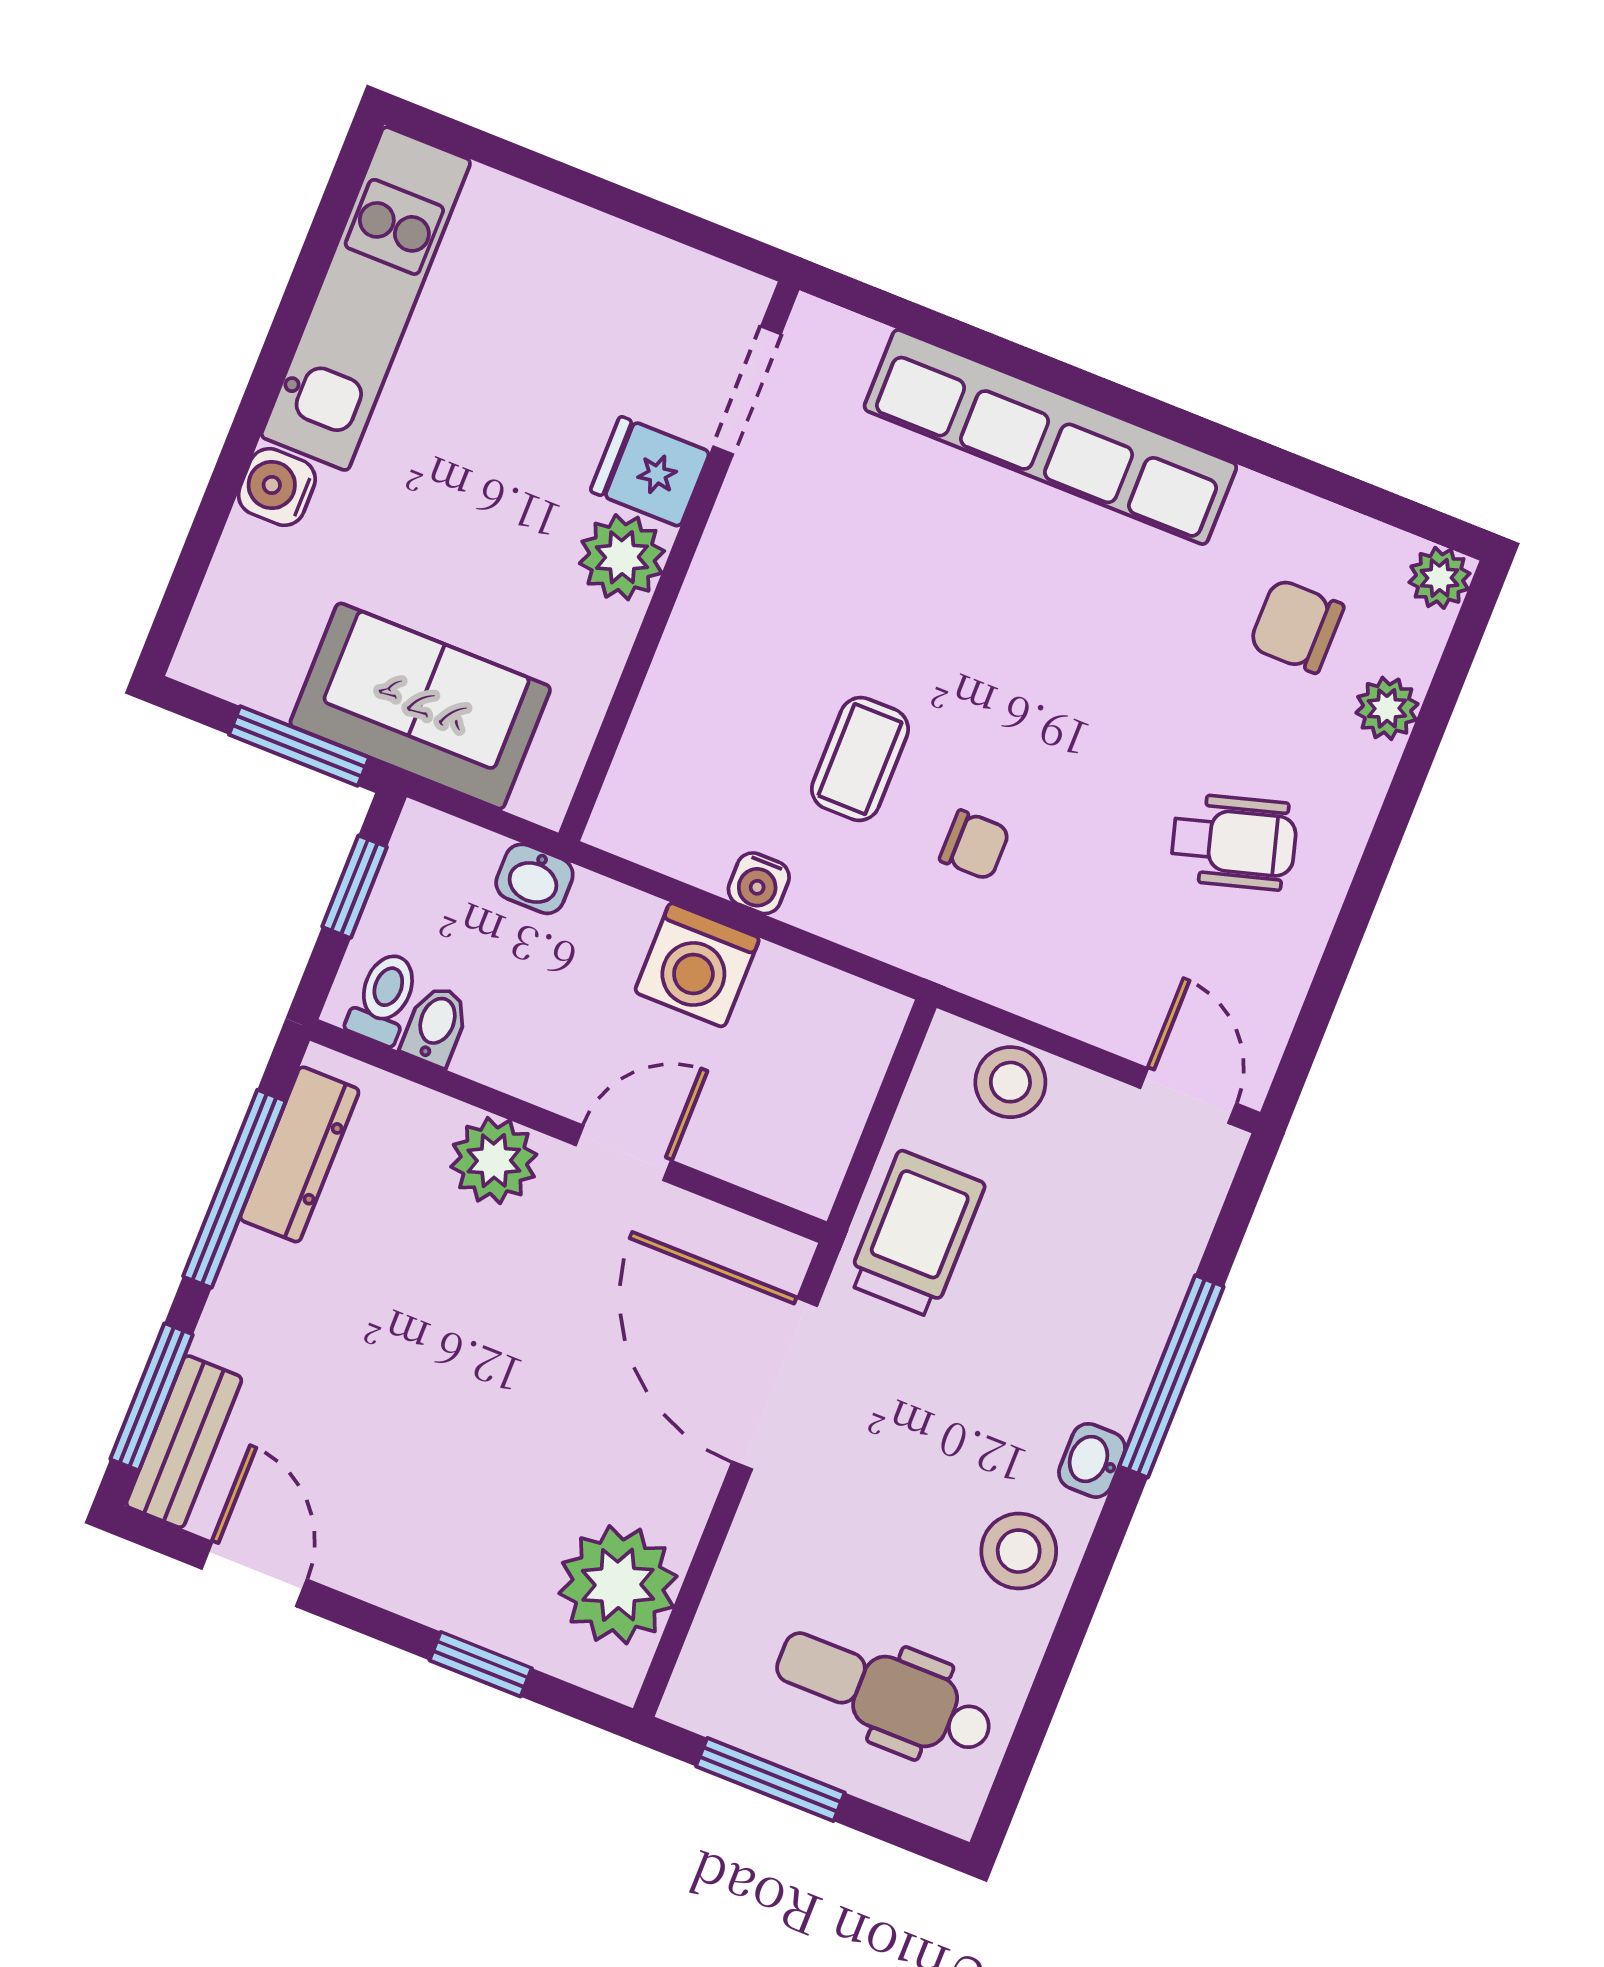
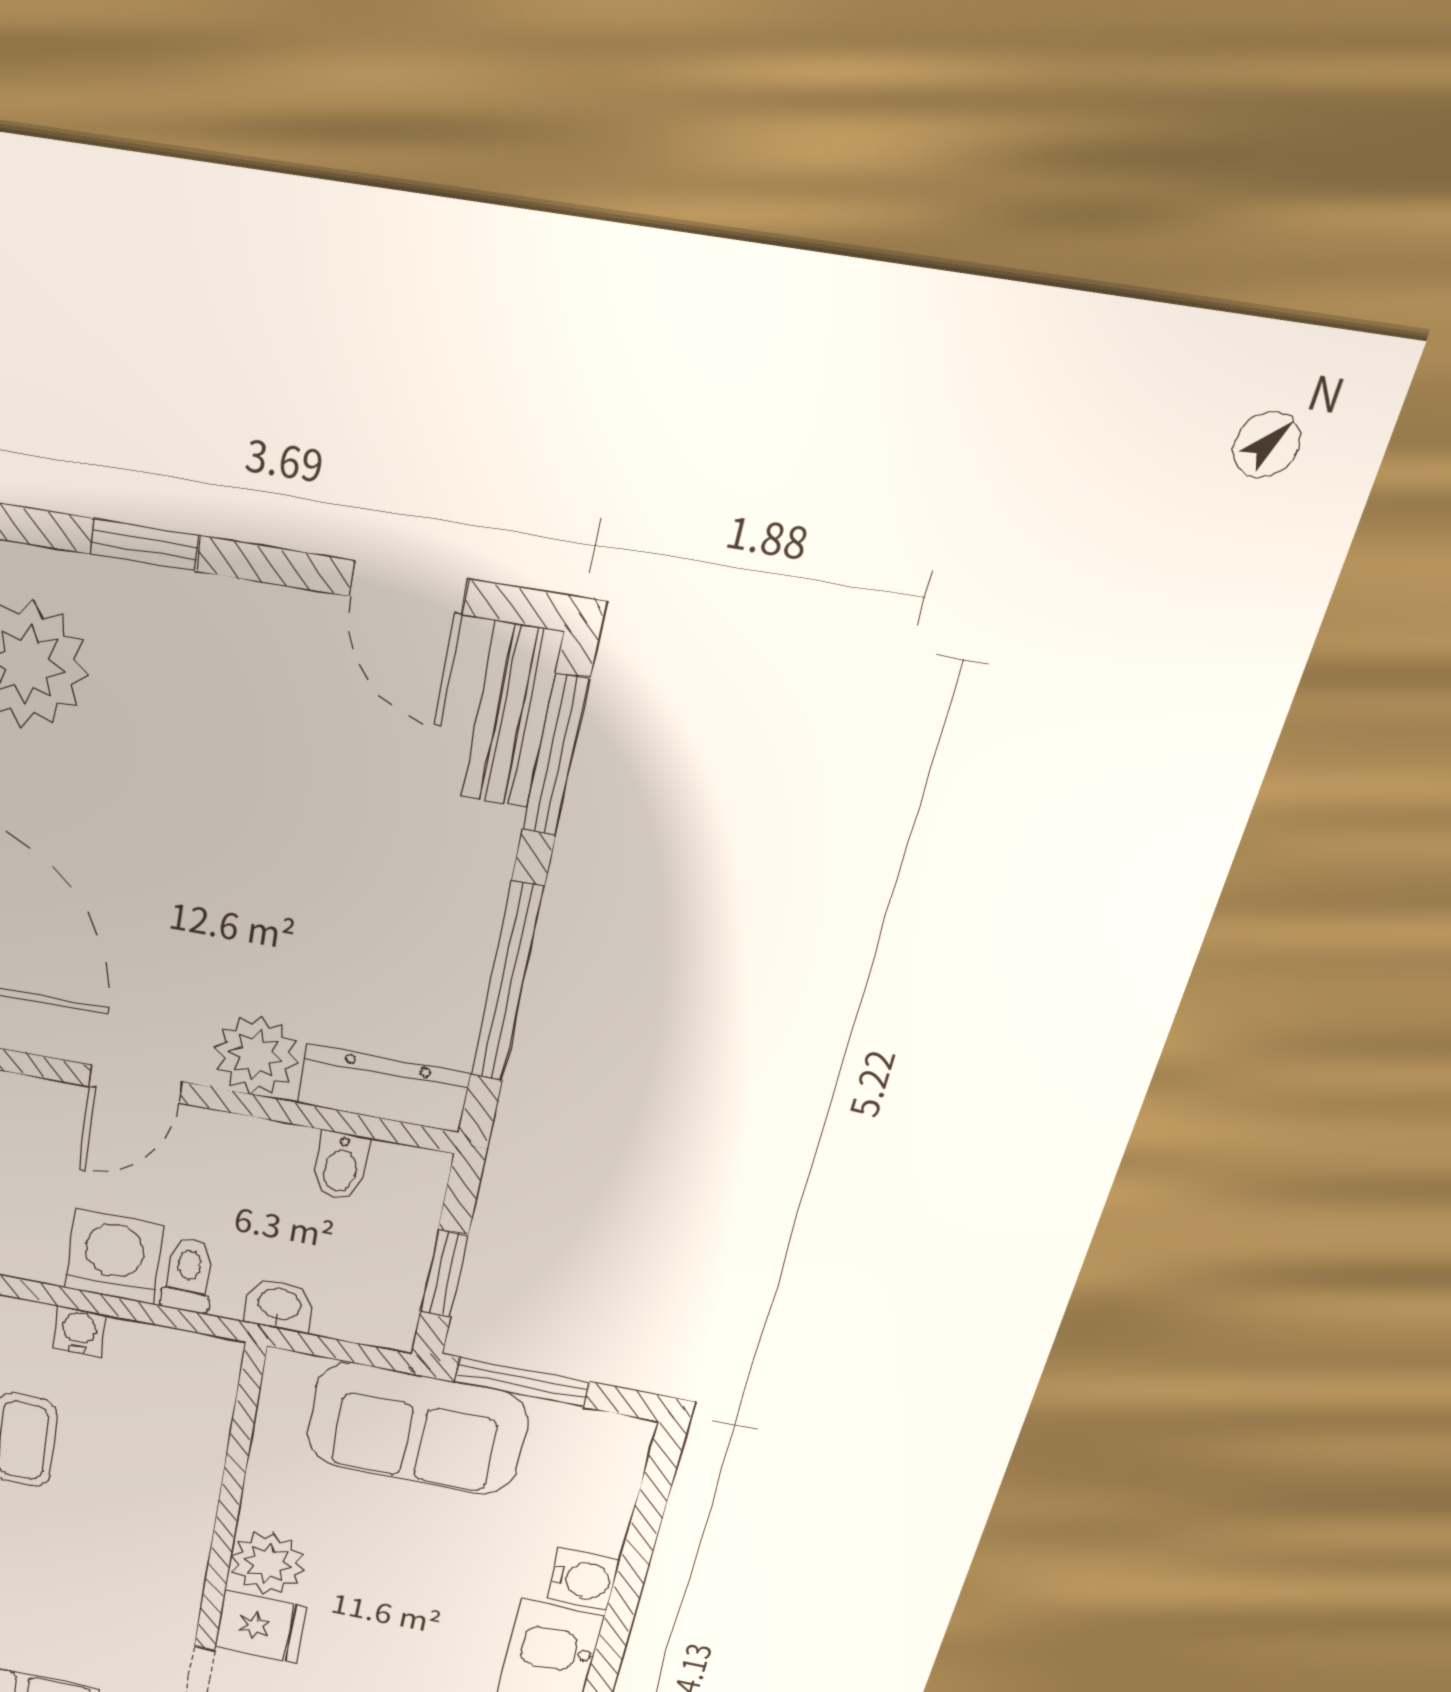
toilet: (384, 998) -> (188, 1275), moved, turned 180
dresser: (300, 1154) -> (384, 1089), moved, turned 90

